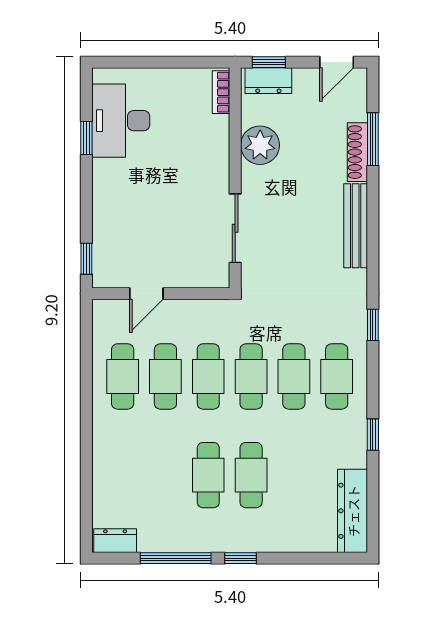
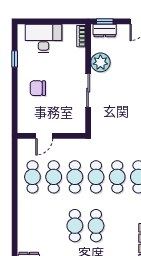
desk: (121, 121) -> (44, 38), moved, turned 90
chair: (133, 197) -> (38, 88), added
sliding door: (235, 228) -> (88, 90), moved
window: (86, 259) -> (15, 119), removed

